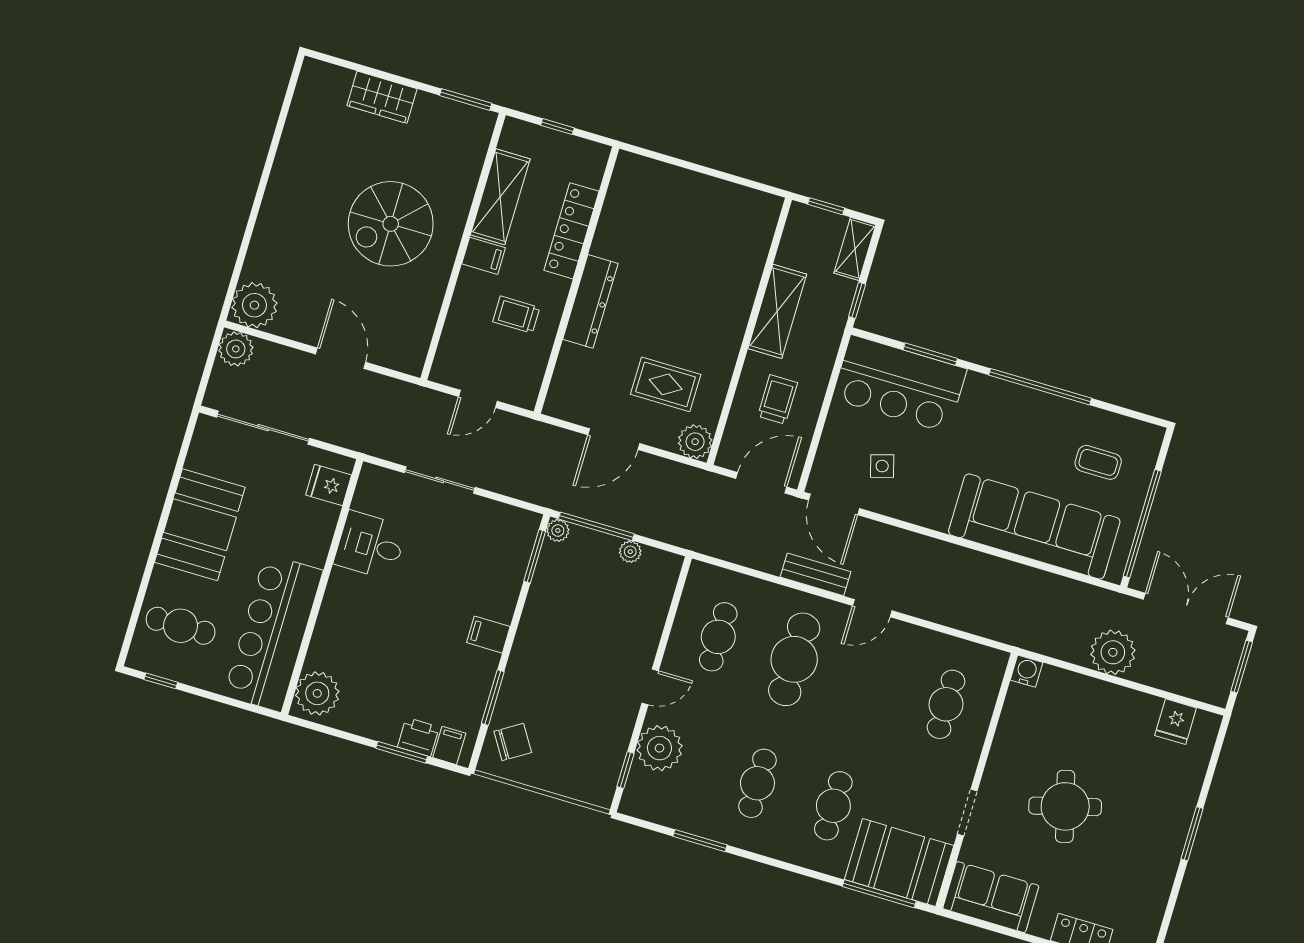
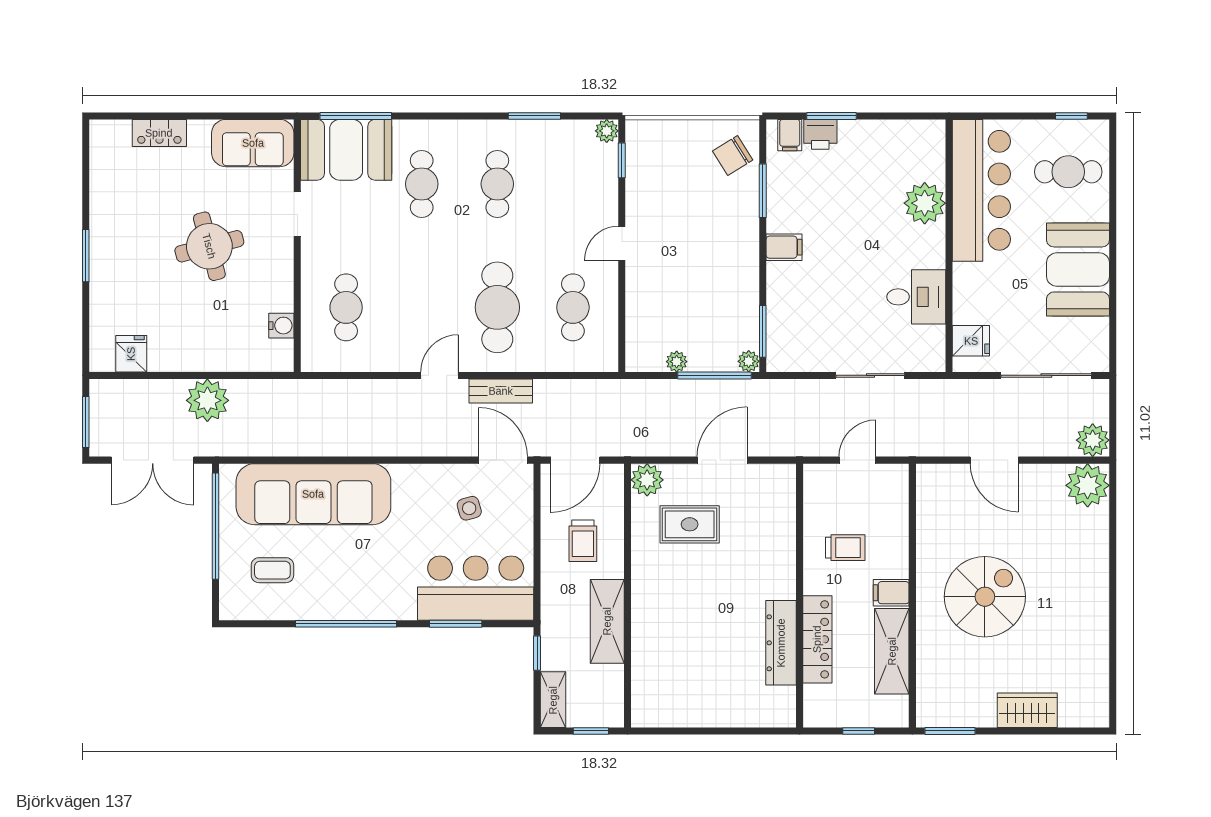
dresser: (590, 301) -> (781, 643), moved
water cooler: (1027, 671) -> (281, 326), moved, turned -90
plant: (317, 693) -> (925, 203), moved
plant: (660, 748) -> (607, 131), moved, width x0.53, depth x0.53

